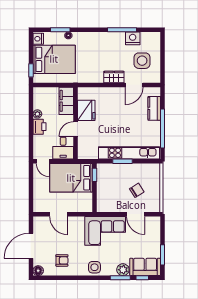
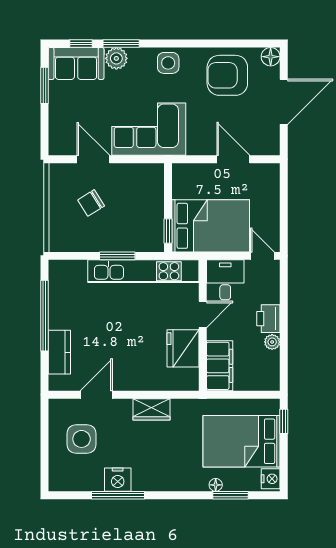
nightstand: (133, 38) -> (118, 480), moved
wardrobe: (114, 77) -> (151, 409), moved
kitchen unit: (129, 153) -> (143, 271), moved
armchair: (62, 260) -> (227, 75), width x1.88, depth x1.88

